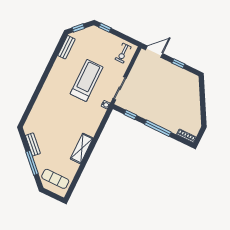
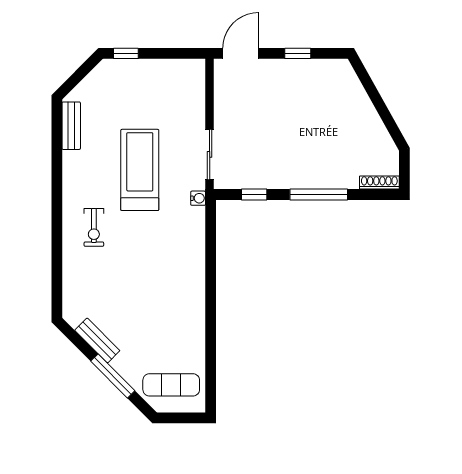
window: (78, 28) -> (76, 78), removed
exercise bike: (123, 53) -> (94, 227), moved
shelving: (82, 148) -> (193, 303), removed

